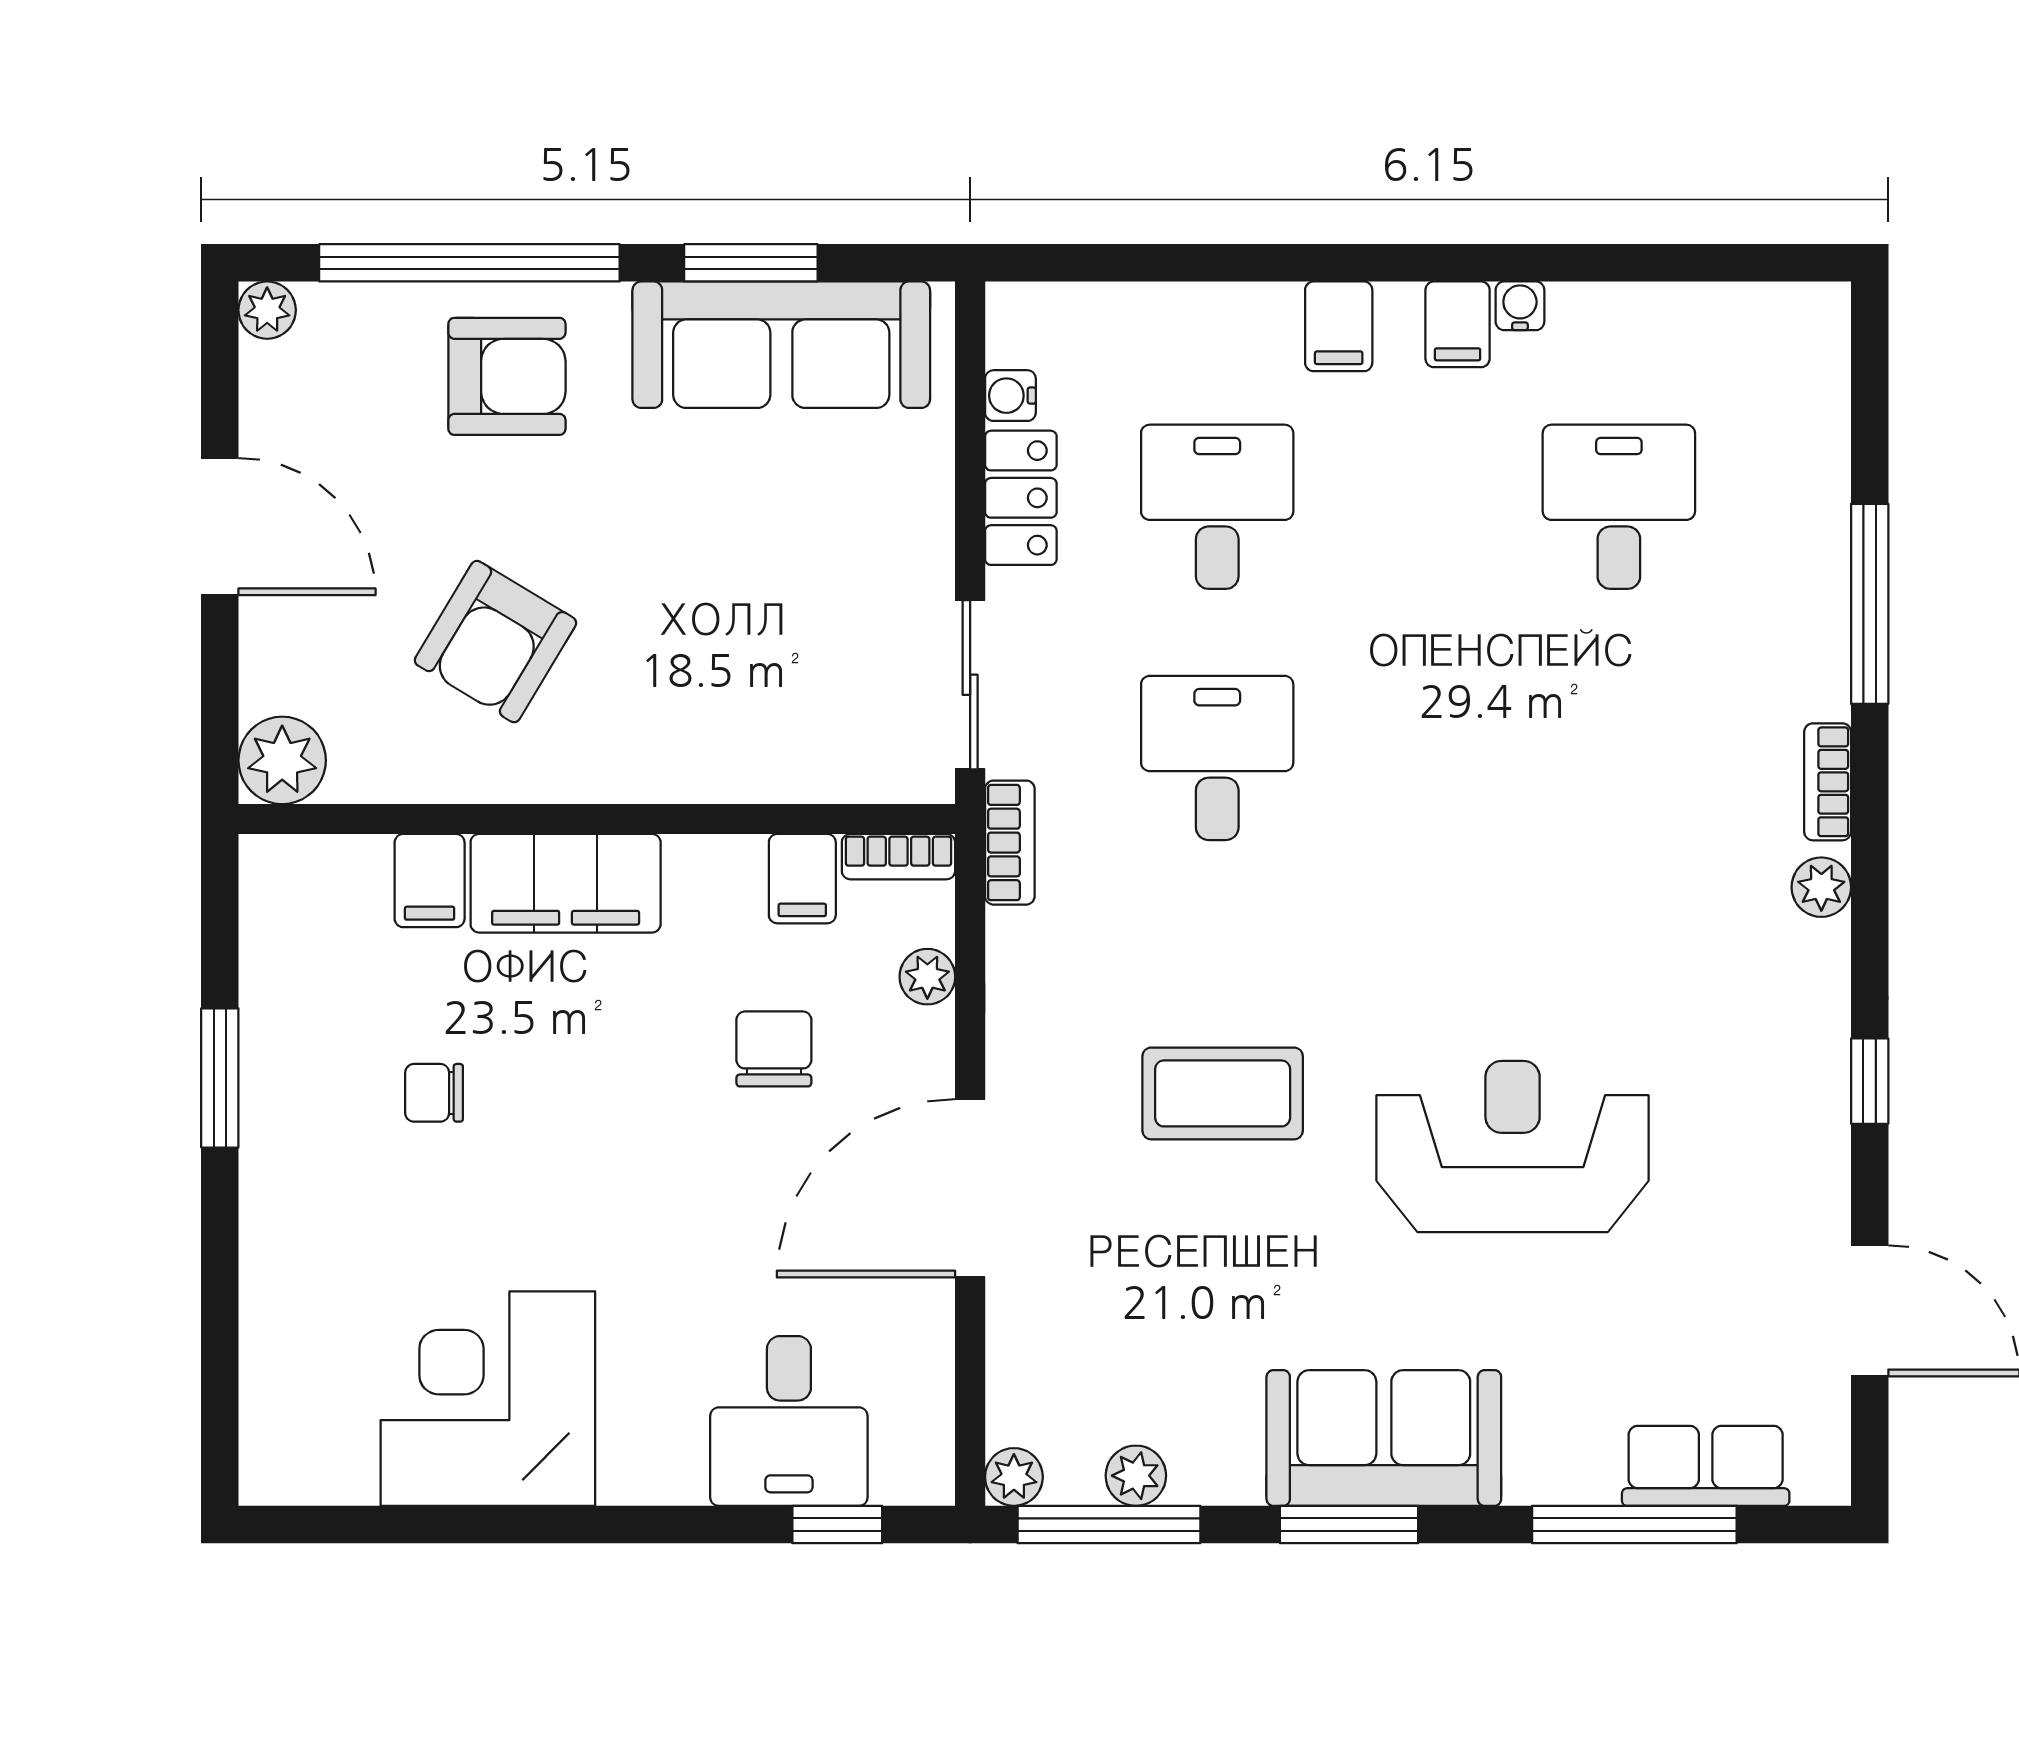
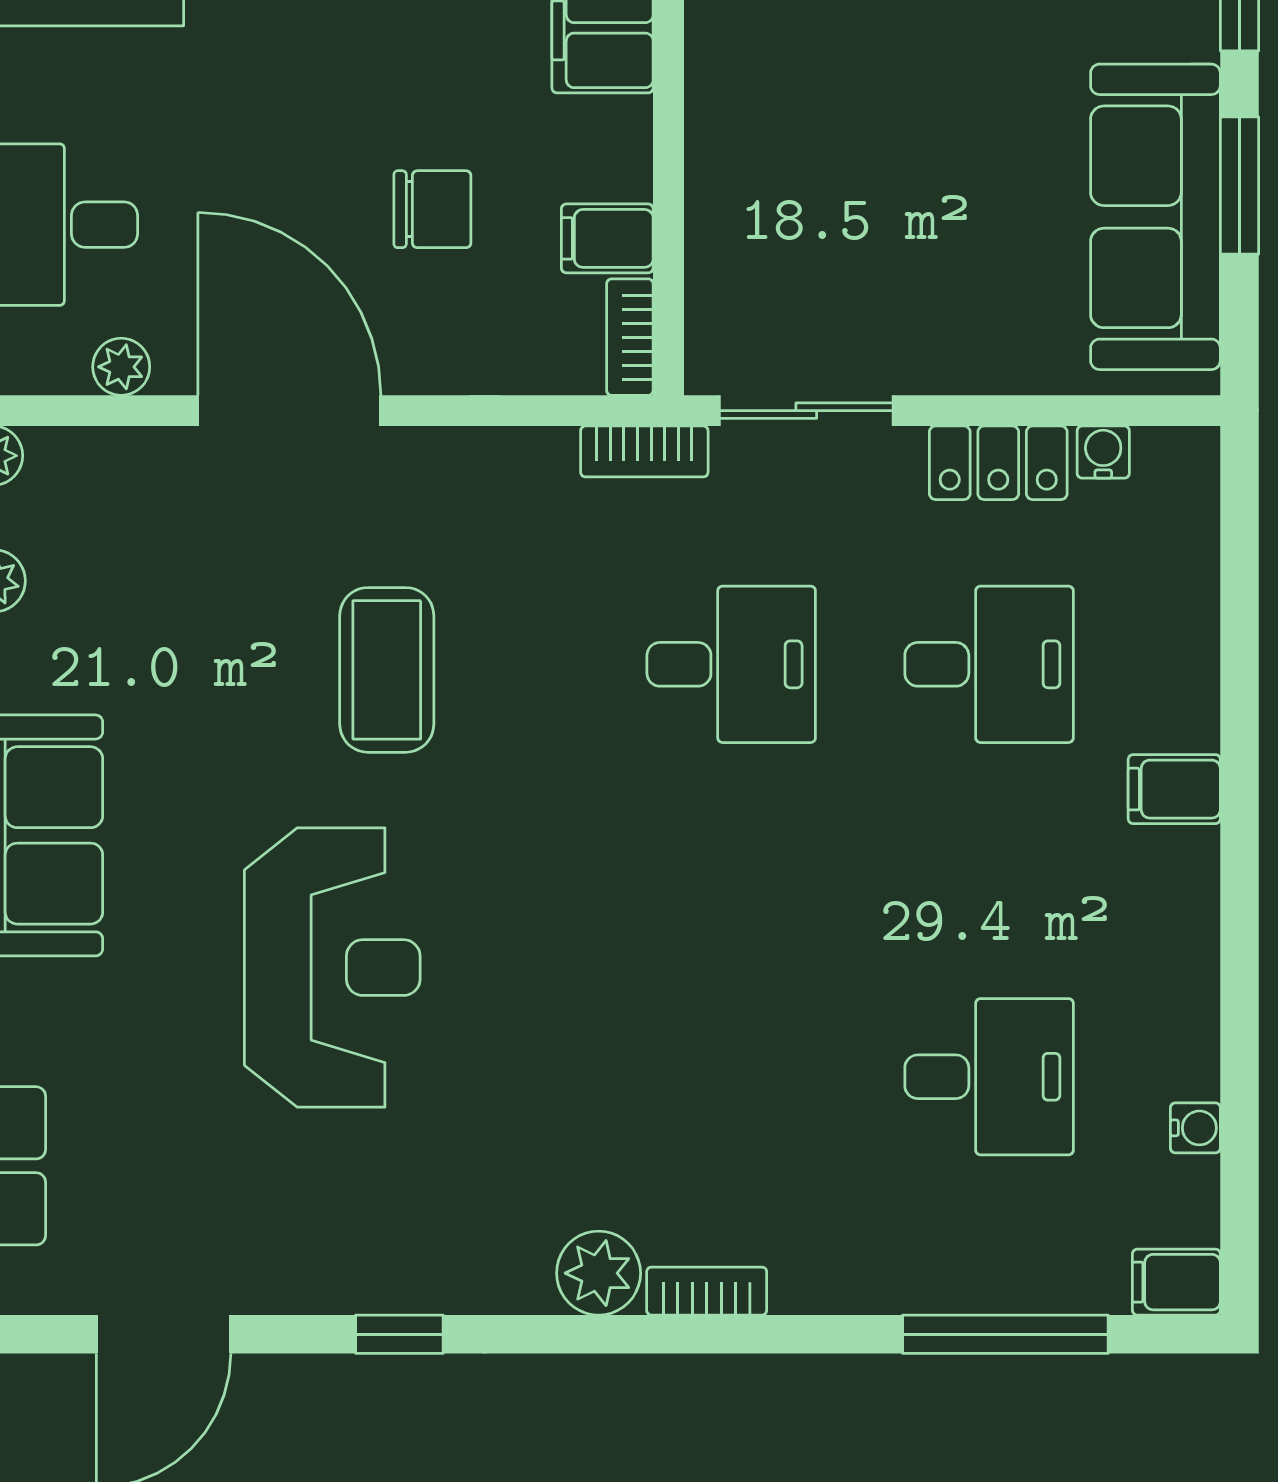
water cooler: (1520, 306) -> (1195, 1128), moved
filing cabinet: (1458, 324) -> (1176, 1282), moved
window: (1870, 604) -> (1005, 1334), moved
plant: (1821, 887) -> (599, 1273), width x1.38, depth x1.38
plant: (927, 977) -> (121, 367), moved

